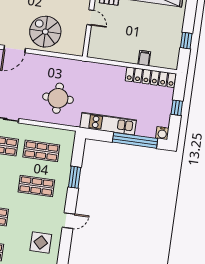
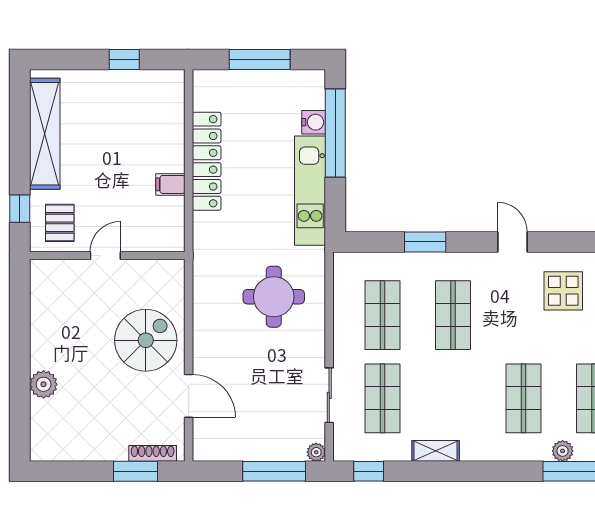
spiral stairs: (45, 32) -> (146, 340), turned 180
filing cabinet: (144, 58) -> (170, 184), moved
locker: (151, 77) -> (207, 161), moved
window: (177, 108) -> (260, 59), width x2.17
water cooler: (162, 133) -> (314, 122), moved

